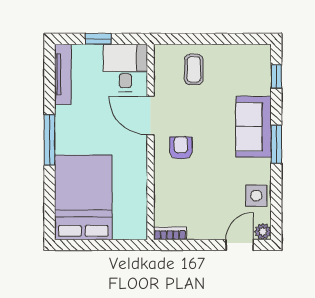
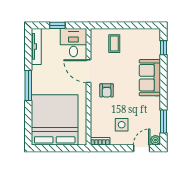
window: (276, 144) -> (163, 121), moved
armchair: (181, 148) -> (107, 90), turned 180
side table: (256, 196) -> (122, 125), moved
bed: (83, 197) -> (55, 120), width x1.36

